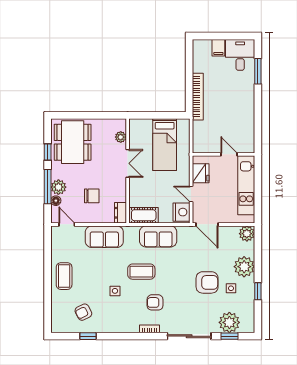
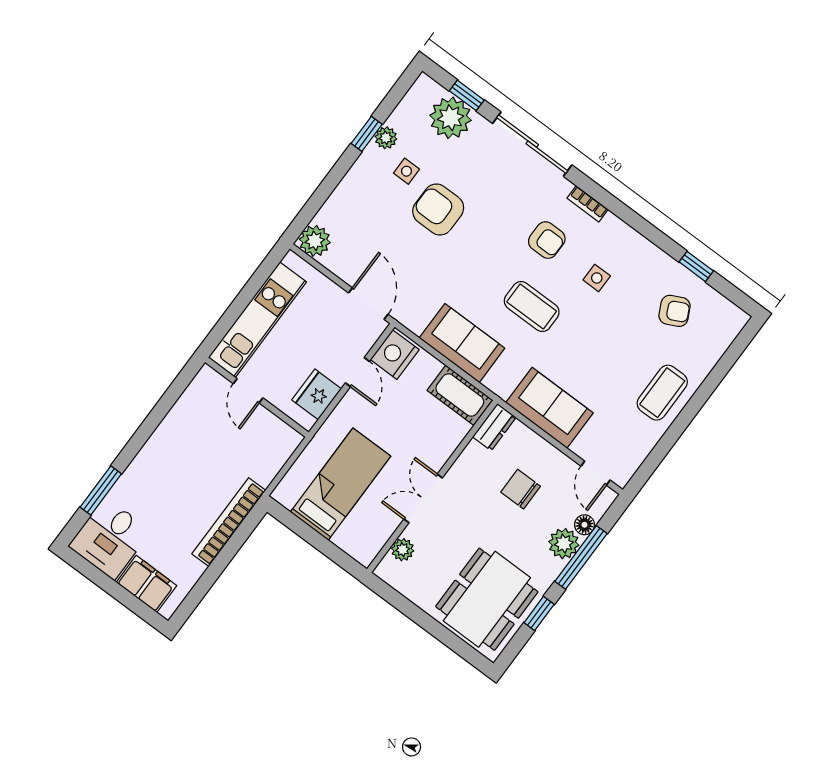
filing cabinet: (218, 48) -> (146, 584), width x2.00
plant: (244, 267) -> (386, 138), moved, width x0.53, depth x0.53
side table: (115, 291) -> (597, 278), moved

